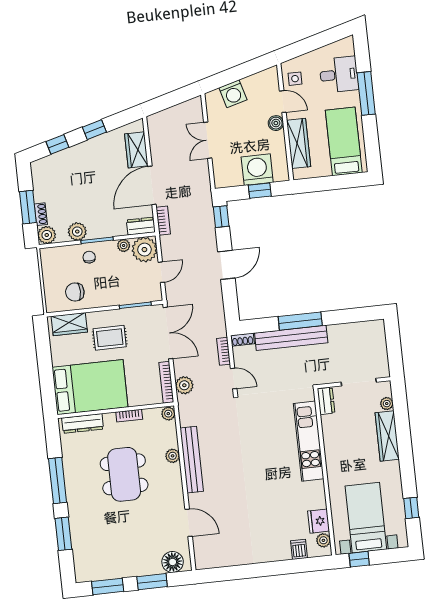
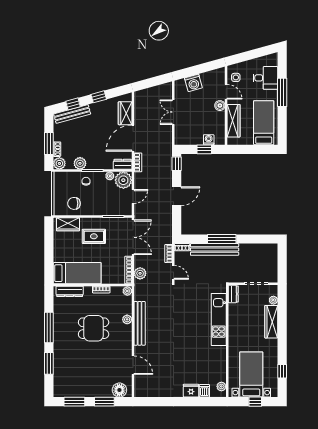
bench: (58, 159) -> (72, 114), added
washing machine: (257, 170) -> (209, 140), width x0.53, depth x0.53
bed: (90, 387) -> (77, 273), width x0.67
dining table: (124, 474) -> (94, 328), width x0.73
fridge: (319, 521) -> (191, 391), moved, turned 90
window: (359, 559) -> (255, 402), moved

